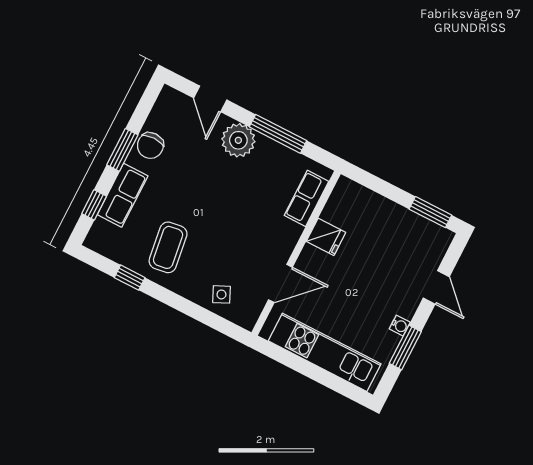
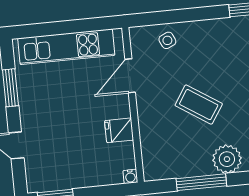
row of seats: (307, 198) -> (151, 149), removed
coffee table: (168, 247) -> (199, 105), moved, turned -49
water cooler: (400, 326) -> (130, 176), moved, turned -90

